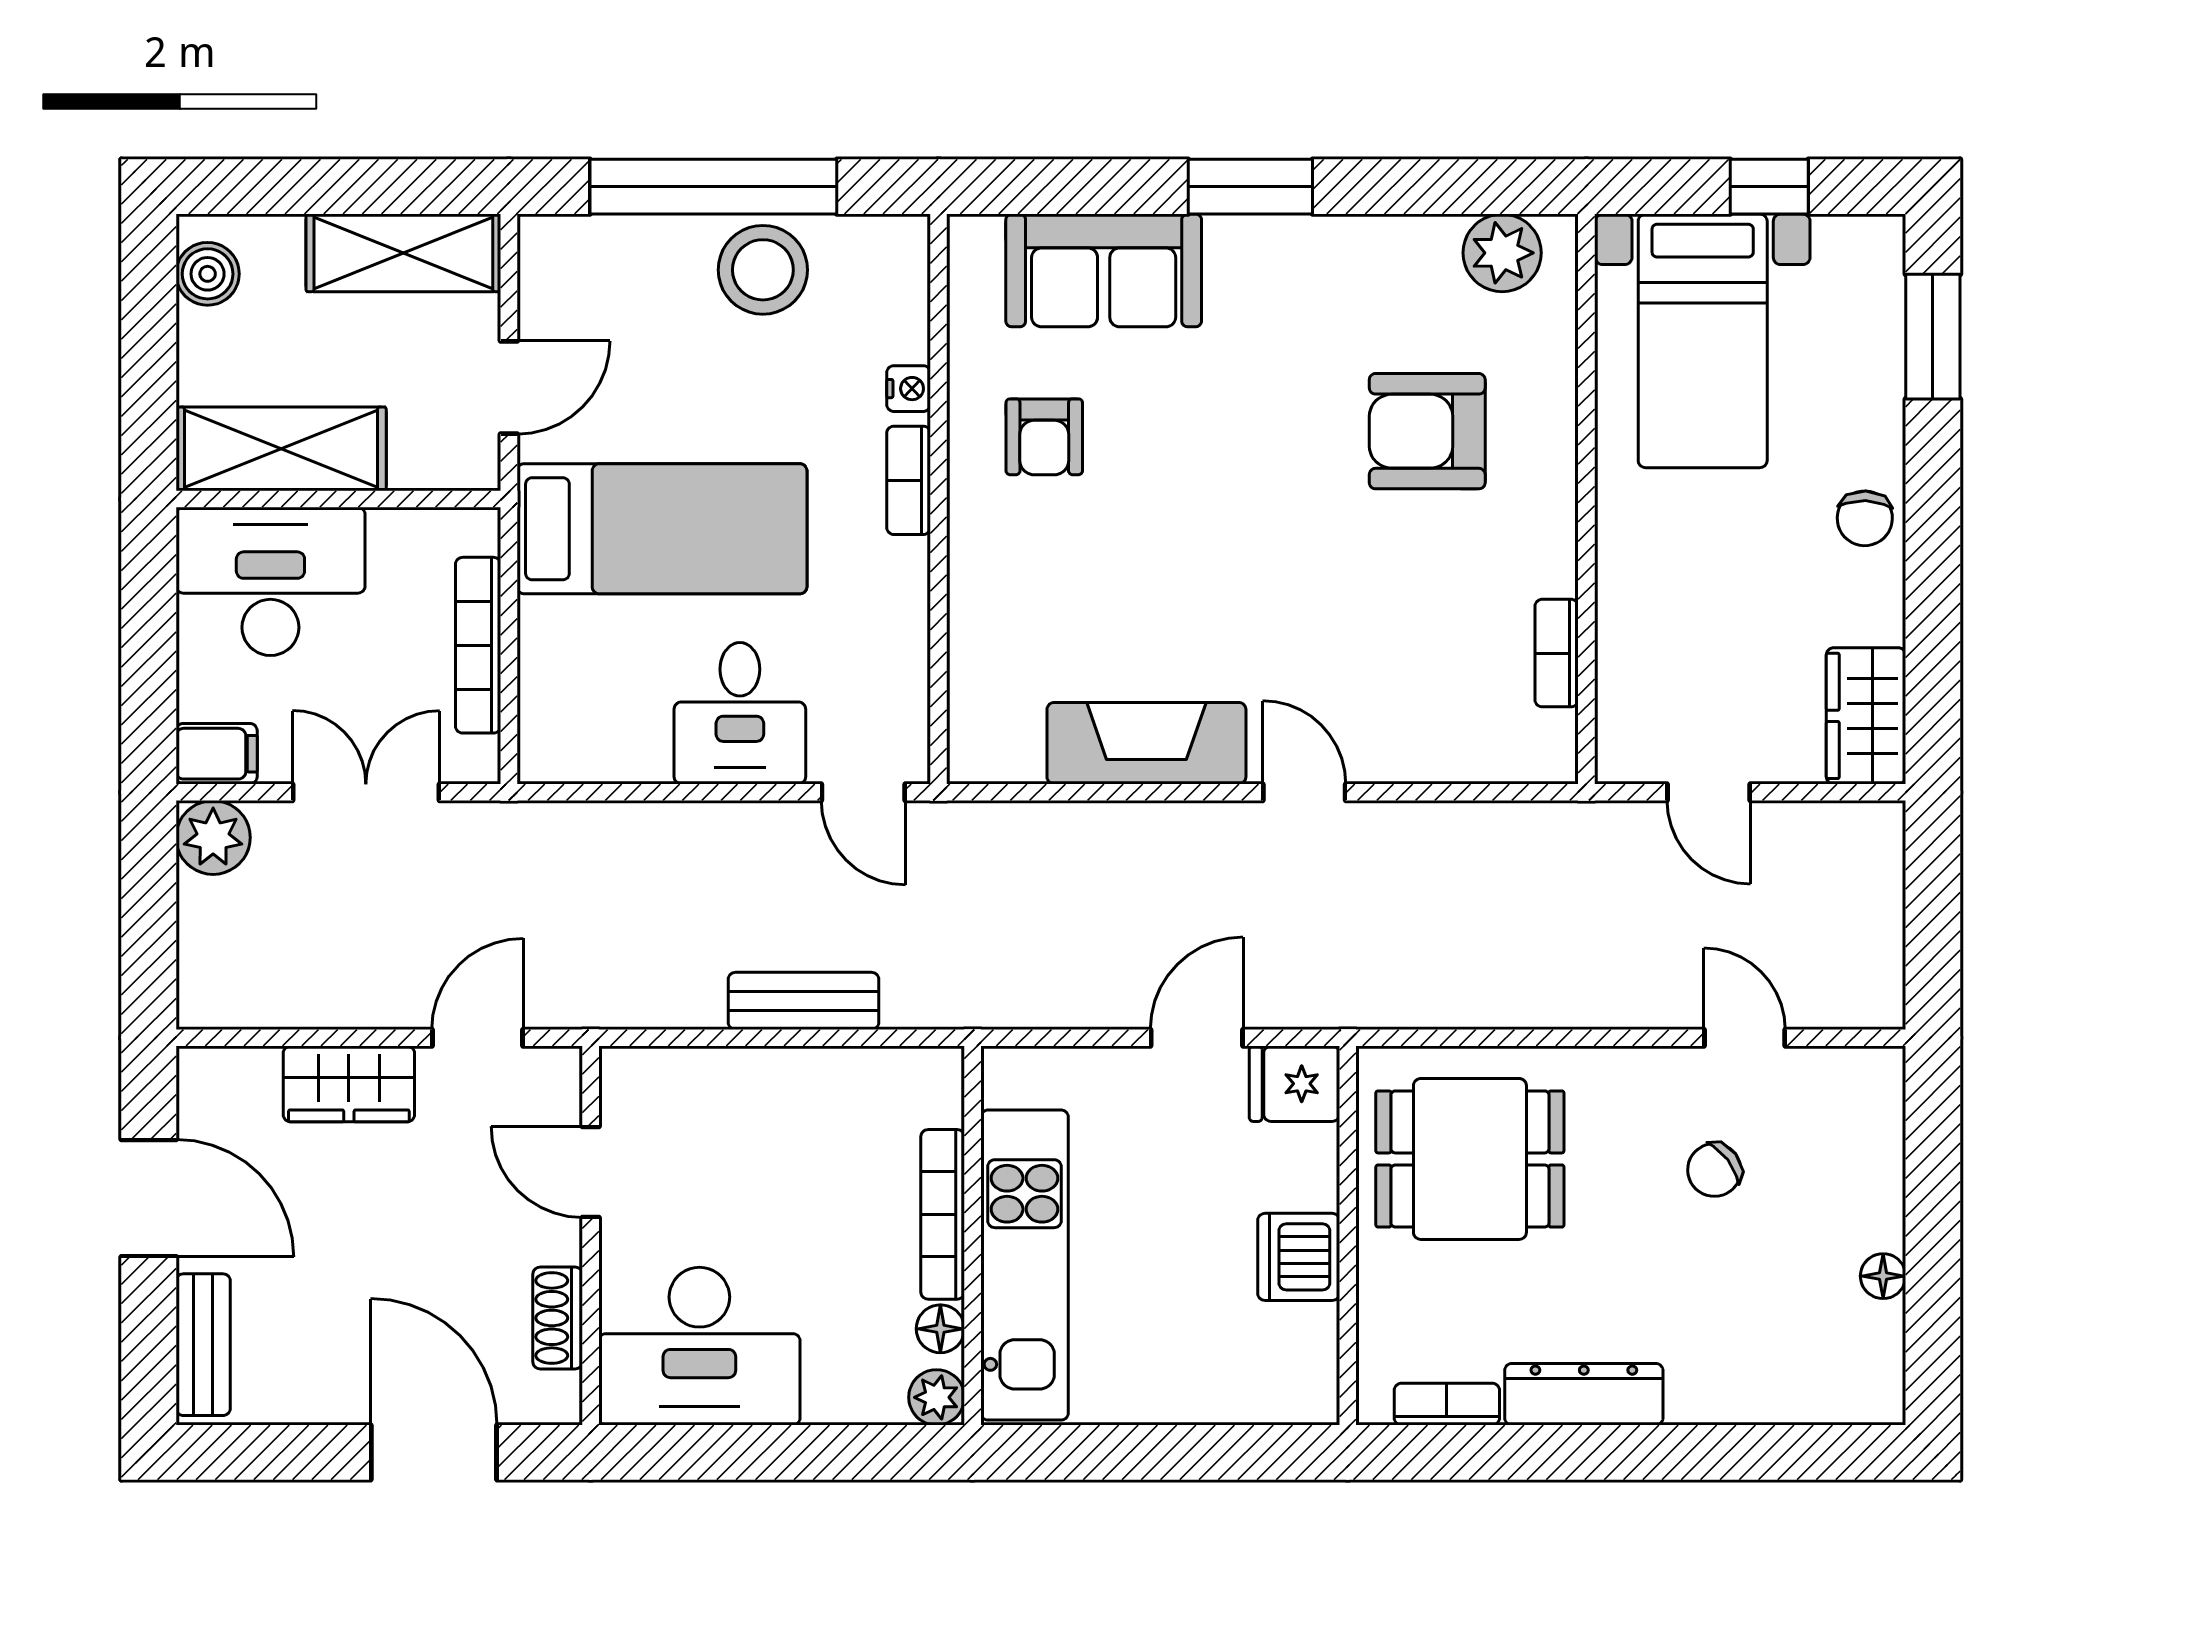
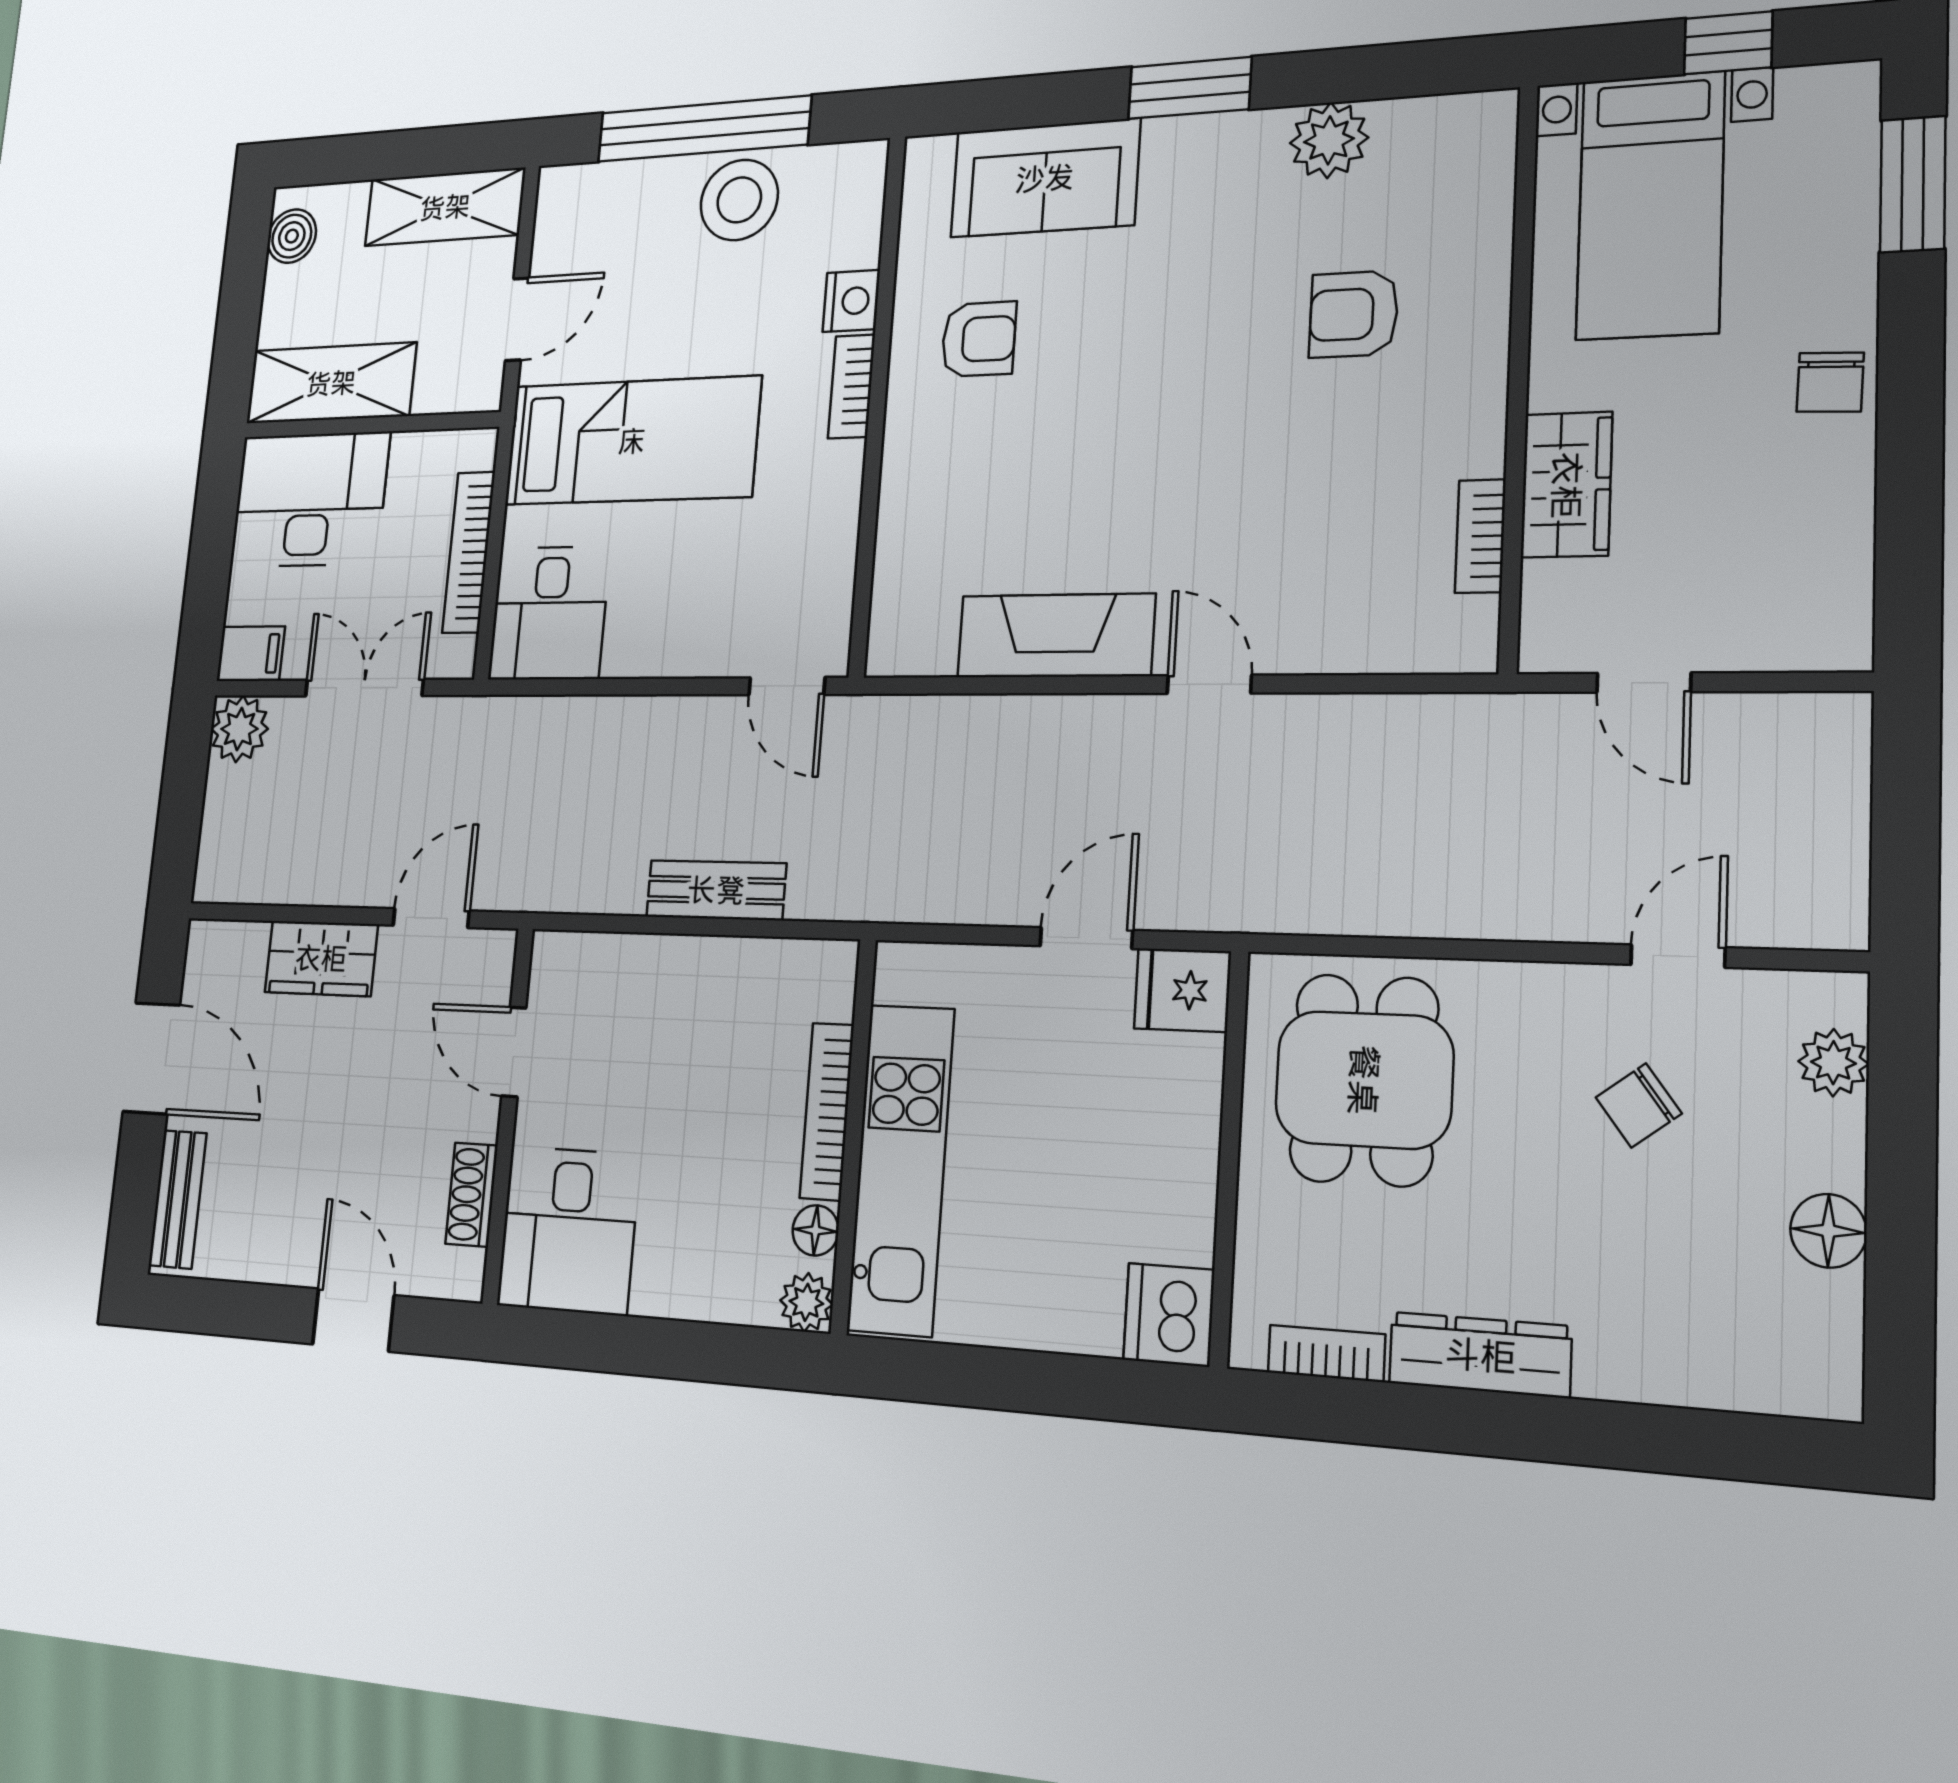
plant: (1502, 253) -> (1329, 140), moved
nightstand: (909, 389) -> (851, 301), width x1.39, depth x1.35
armchair: (1427, 431) -> (1354, 314), width x0.72, depth x0.72
armchair: (1044, 437) -> (979, 339), turned -90
desk: (740, 713) -> (549, 613), moved
wardrobe: (1866, 716) -> (1567, 485), moved, turned 180
door: (1745, 1038) -> (1678, 956), hinge flipped
plant: (1877, 1125) -> (1833, 1063), added
dining table: (1470, 1159) -> (1364, 1080), turned 90
dishwasher: (1299, 1257) -> (1169, 1315), moved
floor lamp: (1883, 1276) -> (1828, 1231), width x1.37, depth x1.37
desk: (699, 1346) -> (568, 1230), width x0.73
door: (434, 1452) -> (353, 1320), width x0.73

